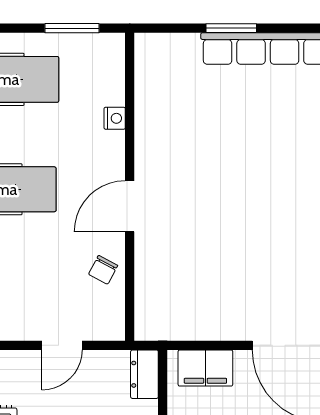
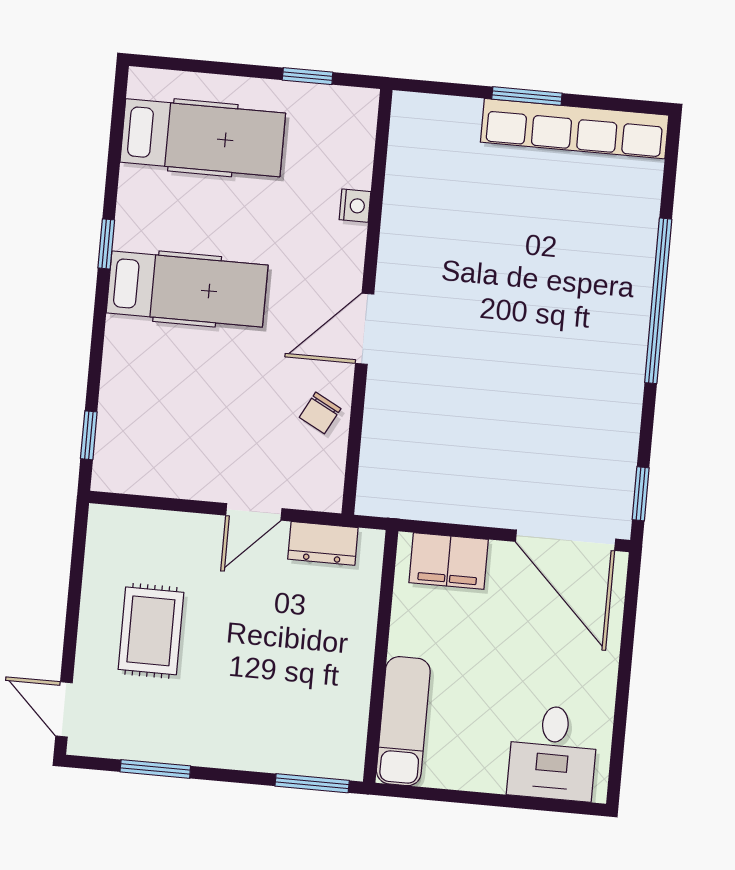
window: (72, 28) -> (308, 76), width x0.67
dresser: (144, 374) -> (323, 543), moved, turned -90

